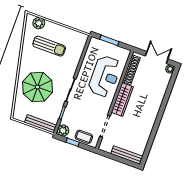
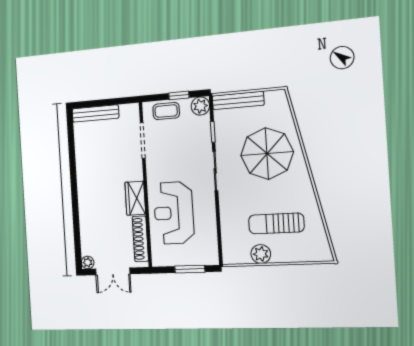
plant: (39, 23) -> (261, 254), moved
wardrobe: (122, 100) -> (135, 198), width x0.67

